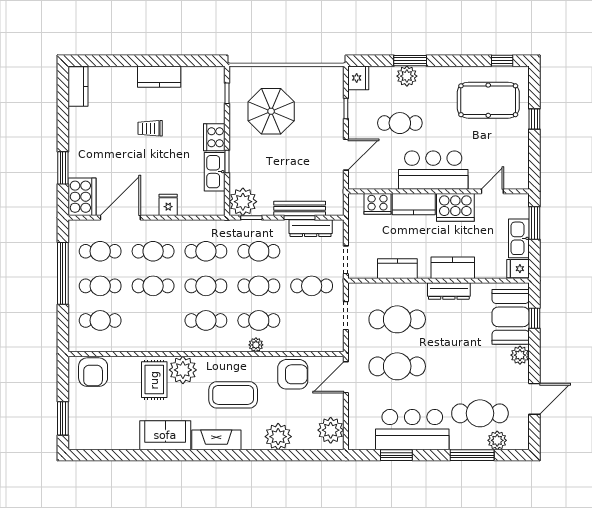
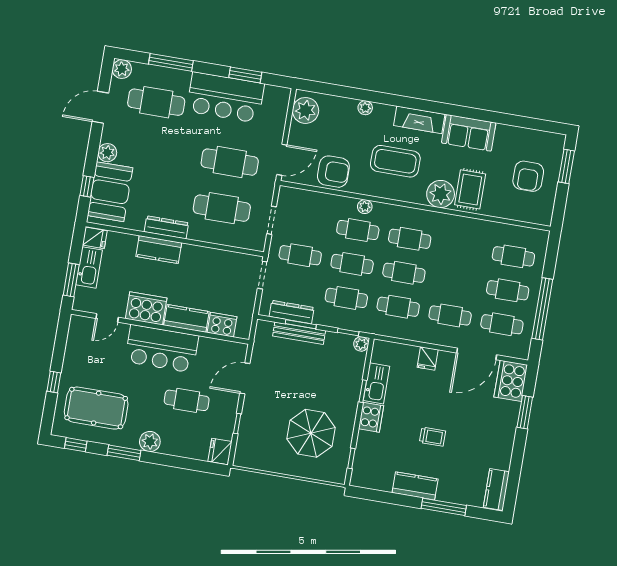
window: (127, 61) -> (444, 507), added
window: (410, 61) -> (124, 453), moved
plant: (407, 76) -> (150, 442), moved
plant: (243, 202) -> (361, 344), width x0.53, depth x0.53
kitchen counter: (397, 269) -> (213, 258), removed
cafe table: (153, 286) -> (456, 282), removed
armchair: (93, 372) -> (528, 176), moved, turned 180
armchair: (293, 374) -> (333, 172), turned 180
plant: (278, 437) -> (365, 108), width x0.53, depth x0.53
plant: (497, 440) -> (122, 69), moved

